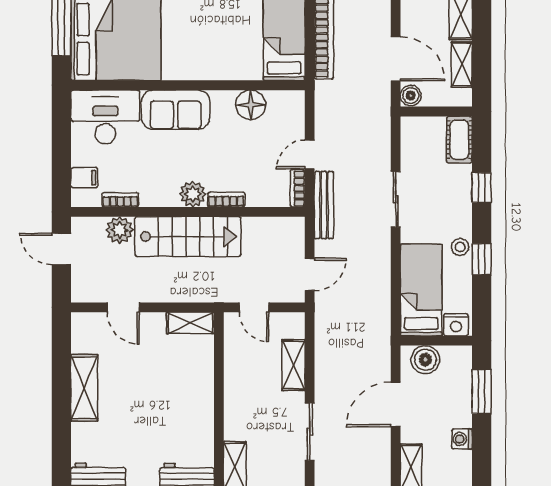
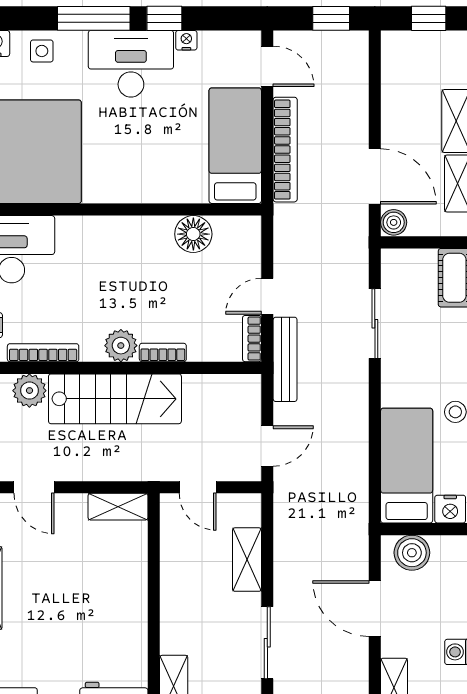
sofa: (176, 110) -> (100, 240), removed
sliding door: (396, 199) -> (375, 324), moved
bookcase: (120, 200) -> (43, 353), width x1.56
door: (396, 404) -> (375, 609), hinge flipped

